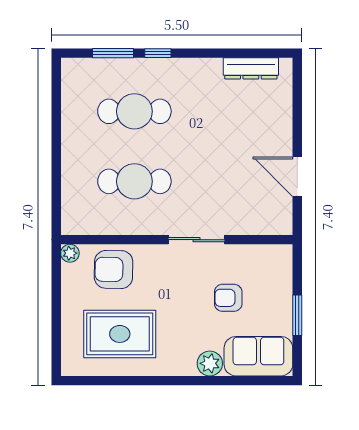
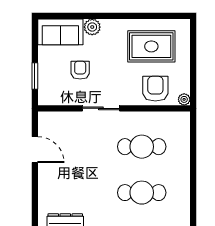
armchair: (114, 269) -> (155, 89), turned -91
armchair: (228, 298) -> (80, 70), turned -90
window: (297, 315) -> (35, 76), moved

